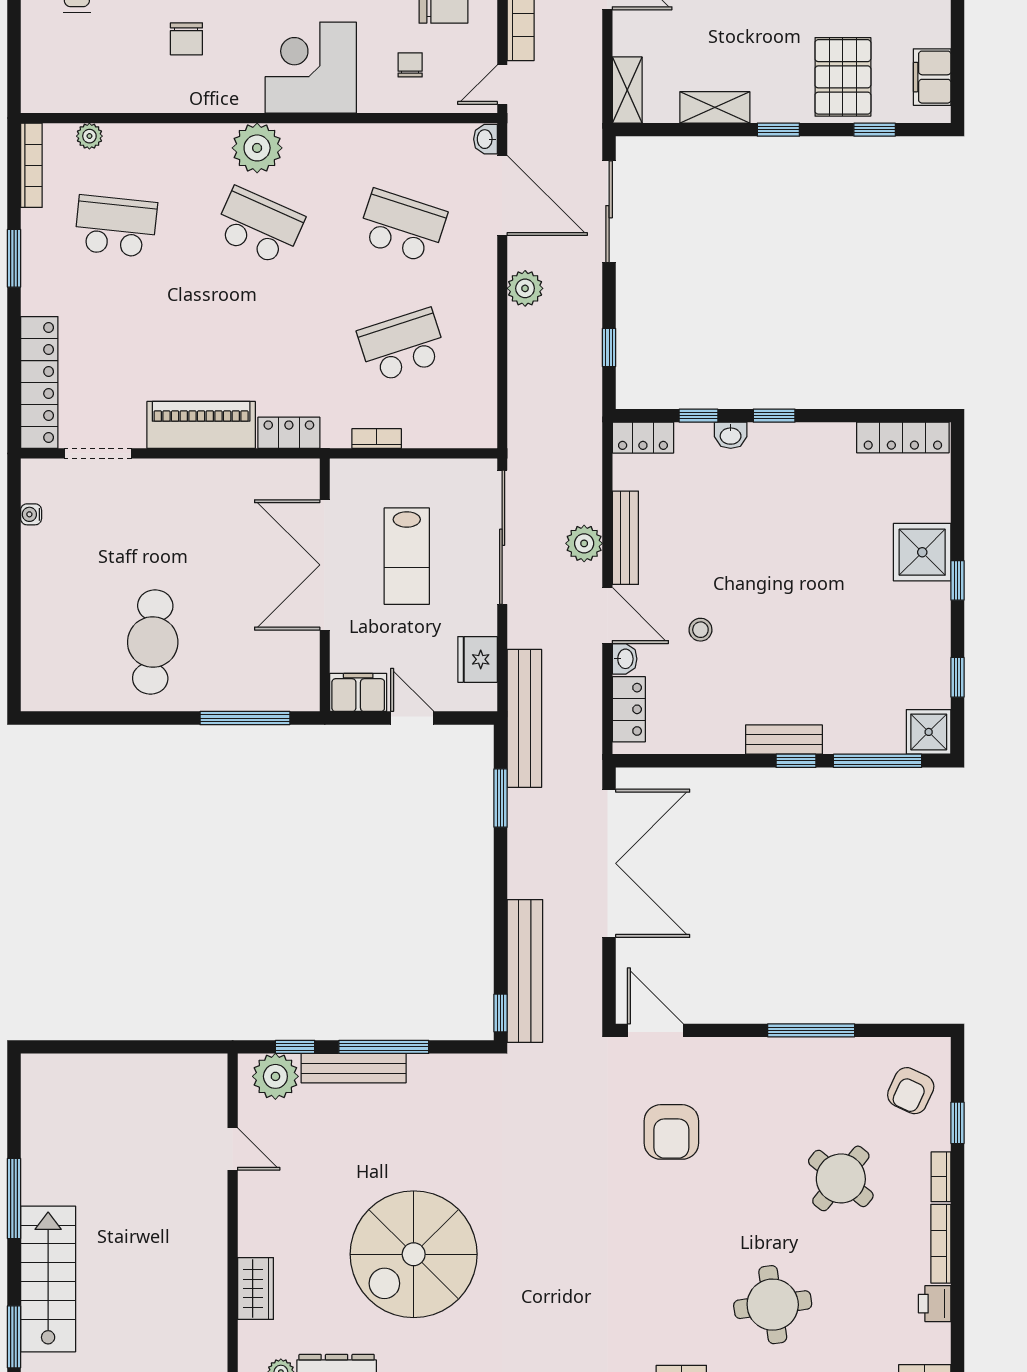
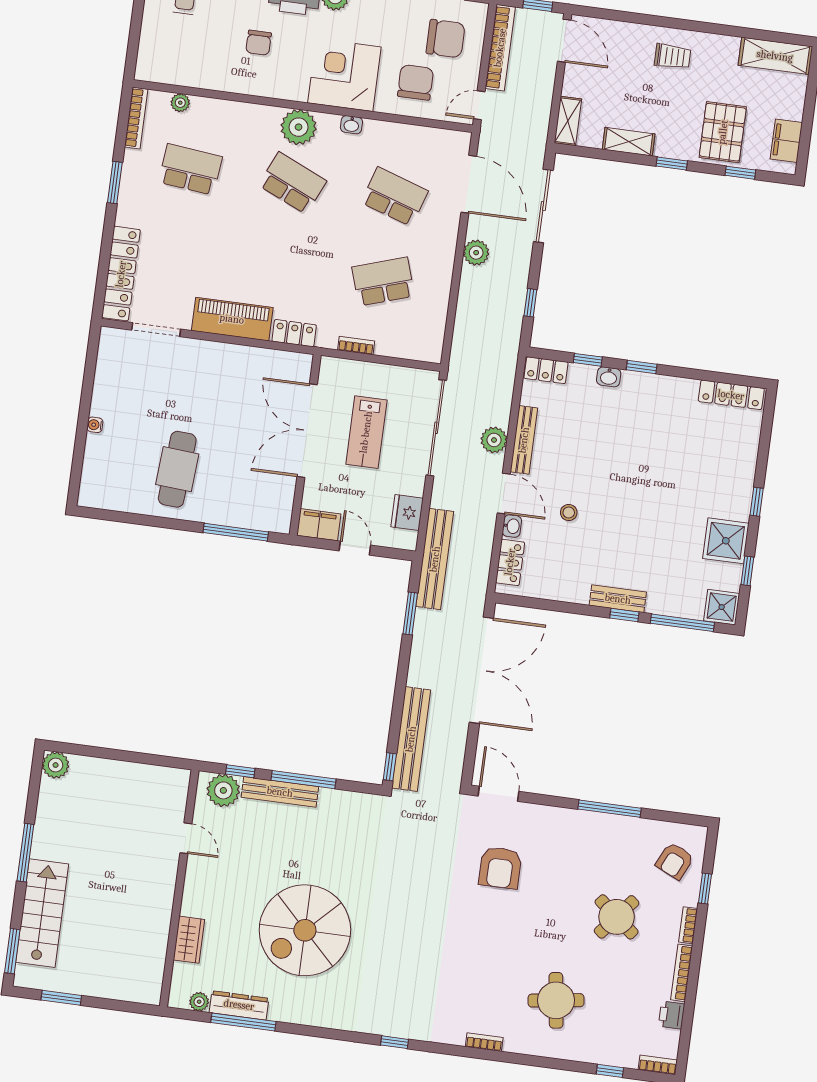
chair: (410, 65) -> (416, 82), width x1.87, depth x1.87
washbasin: (485, 139) -> (351, 125), moved, turned -90
water cooler: (31, 514) -> (95, 425), moved
shower: (922, 552) -> (726, 541), moved
plant: (39, 1072) -> (56, 765), added

